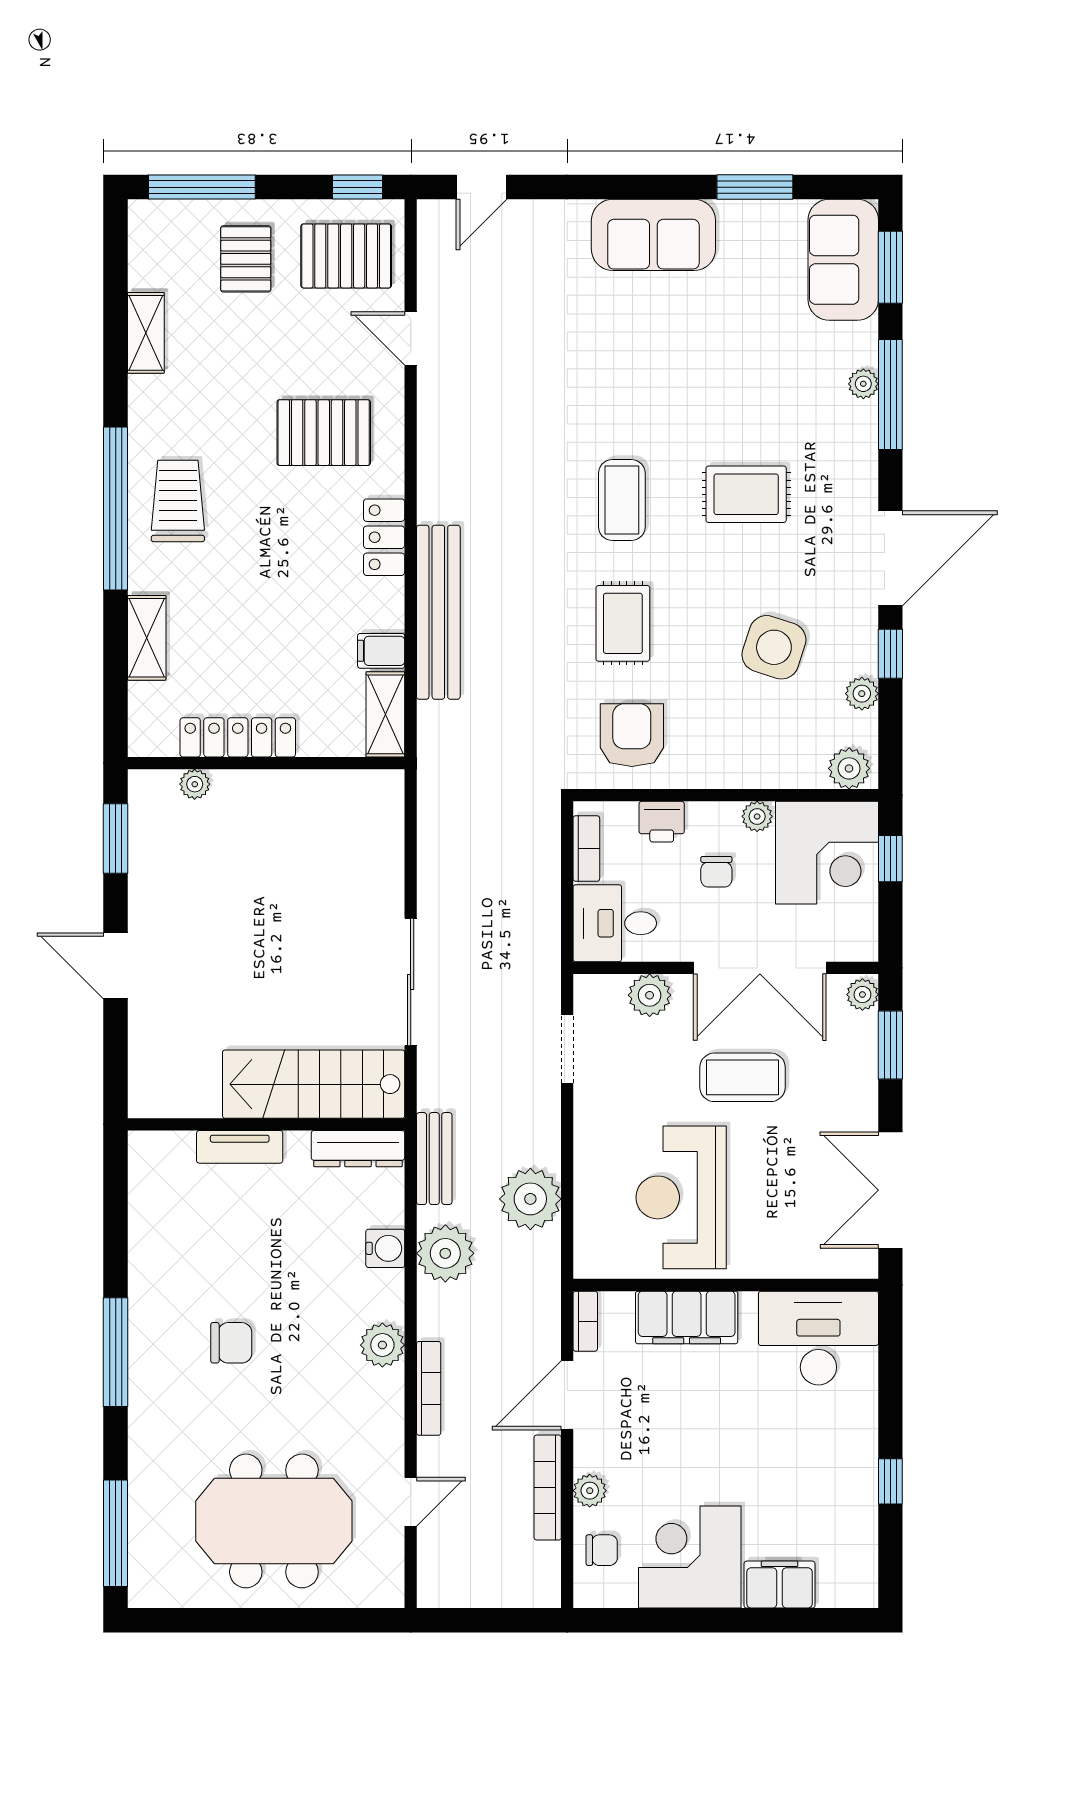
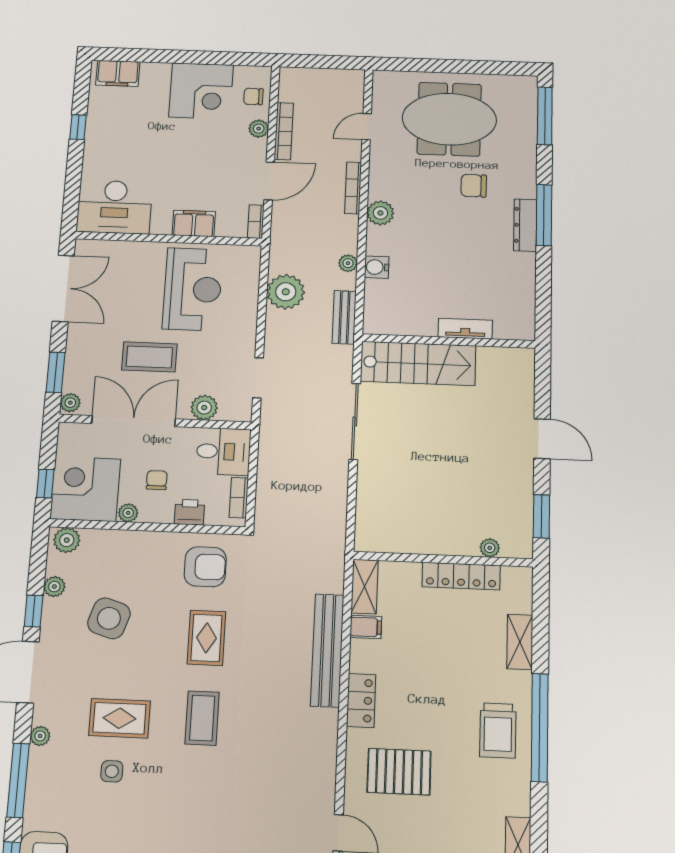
plant: (863, 384) -> (40, 736), moved
side table: (751, 414) -> (112, 771), added
armchair: (632, 735) -> (205, 567), turned -90
dresser: (358, 1149) -> (525, 225), moved, turned -90
plant: (445, 1253) -> (348, 263), width x0.53, depth x0.53
filing cabinet: (687, 1317) -> (194, 223), width x0.67, depth x0.86
chair: (231, 1343) -> (474, 186), moved
filing cabinet: (780, 1585) -> (118, 73), moved

